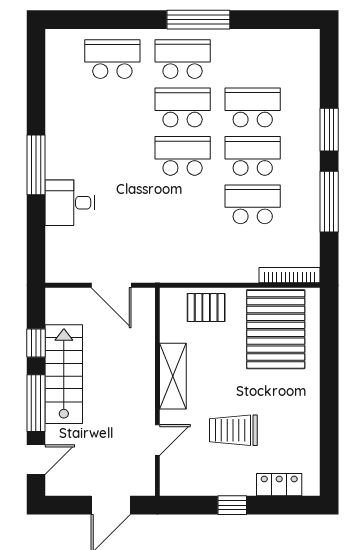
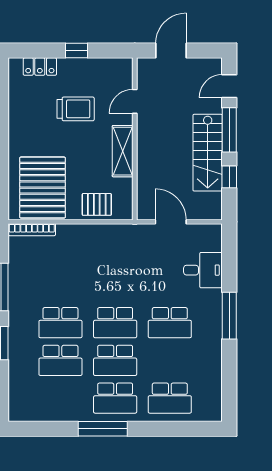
desk: (70, 203) -> (203, 270), moved
school desk: (253, 204) -> (170, 323), moved

